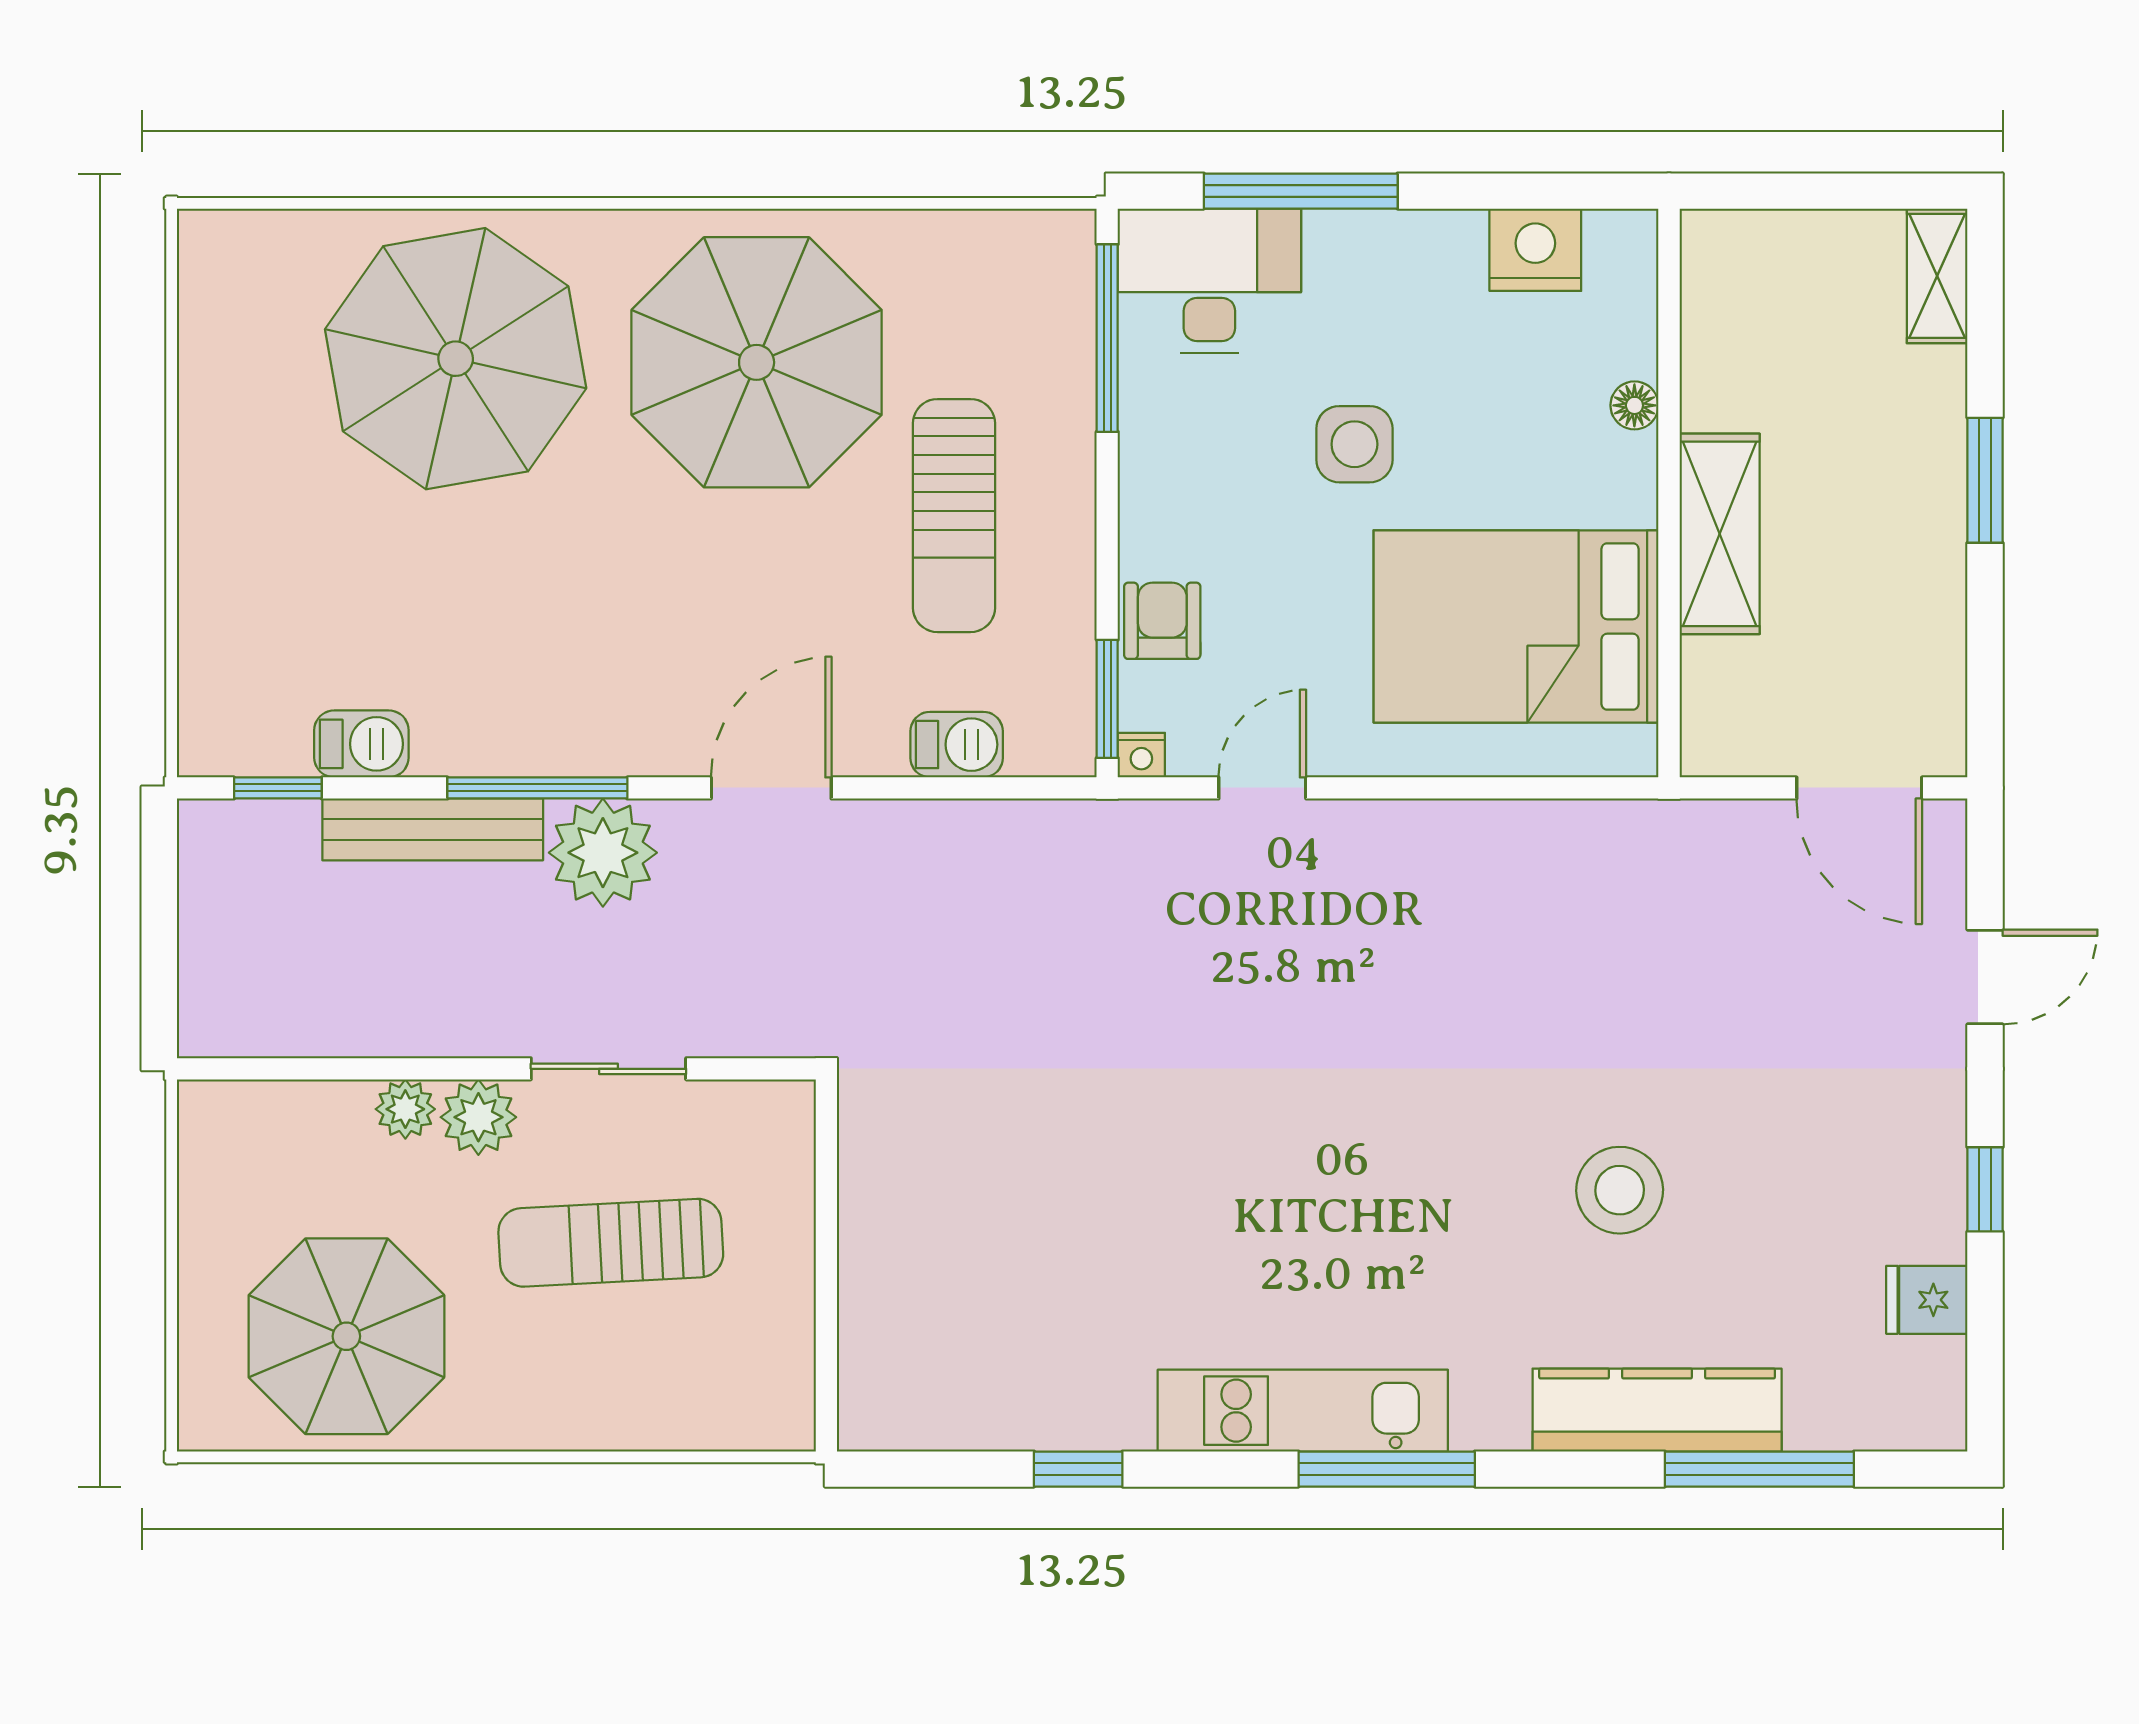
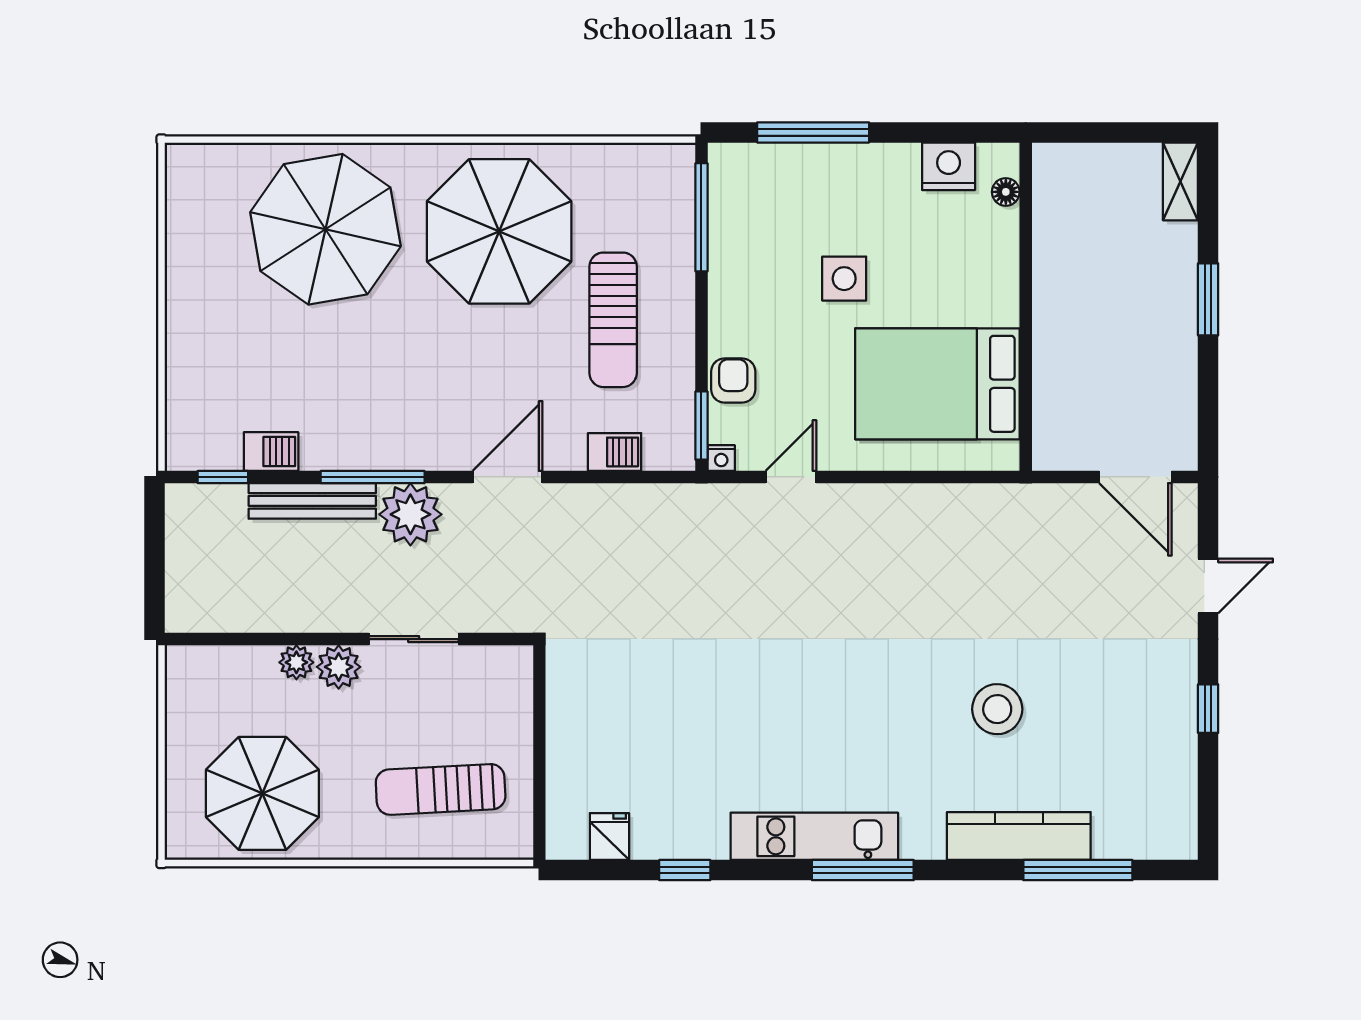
desk: (1209, 281) -> (760, 184), removed
floor lamp: (1634, 405) -> (1006, 192), moved
shelving: (1720, 534) -> (1055, 330), removed
sun lounger: (611, 1243) -> (441, 789), moved
fridge: (1927, 1300) -> (609, 836), moved, turned 90

